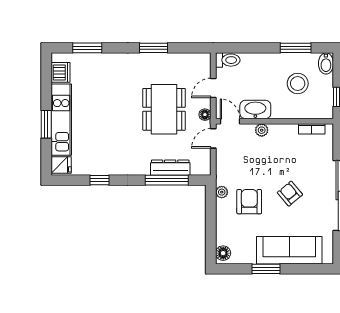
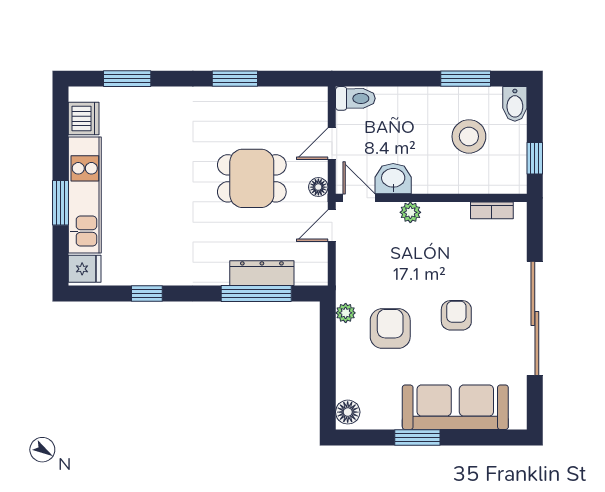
dining table: (164, 109) -> (252, 178), width x0.73
washbasin: (255, 109) -> (393, 179), width x0.72
armchair: (290, 194) -> (456, 315), turned 40

